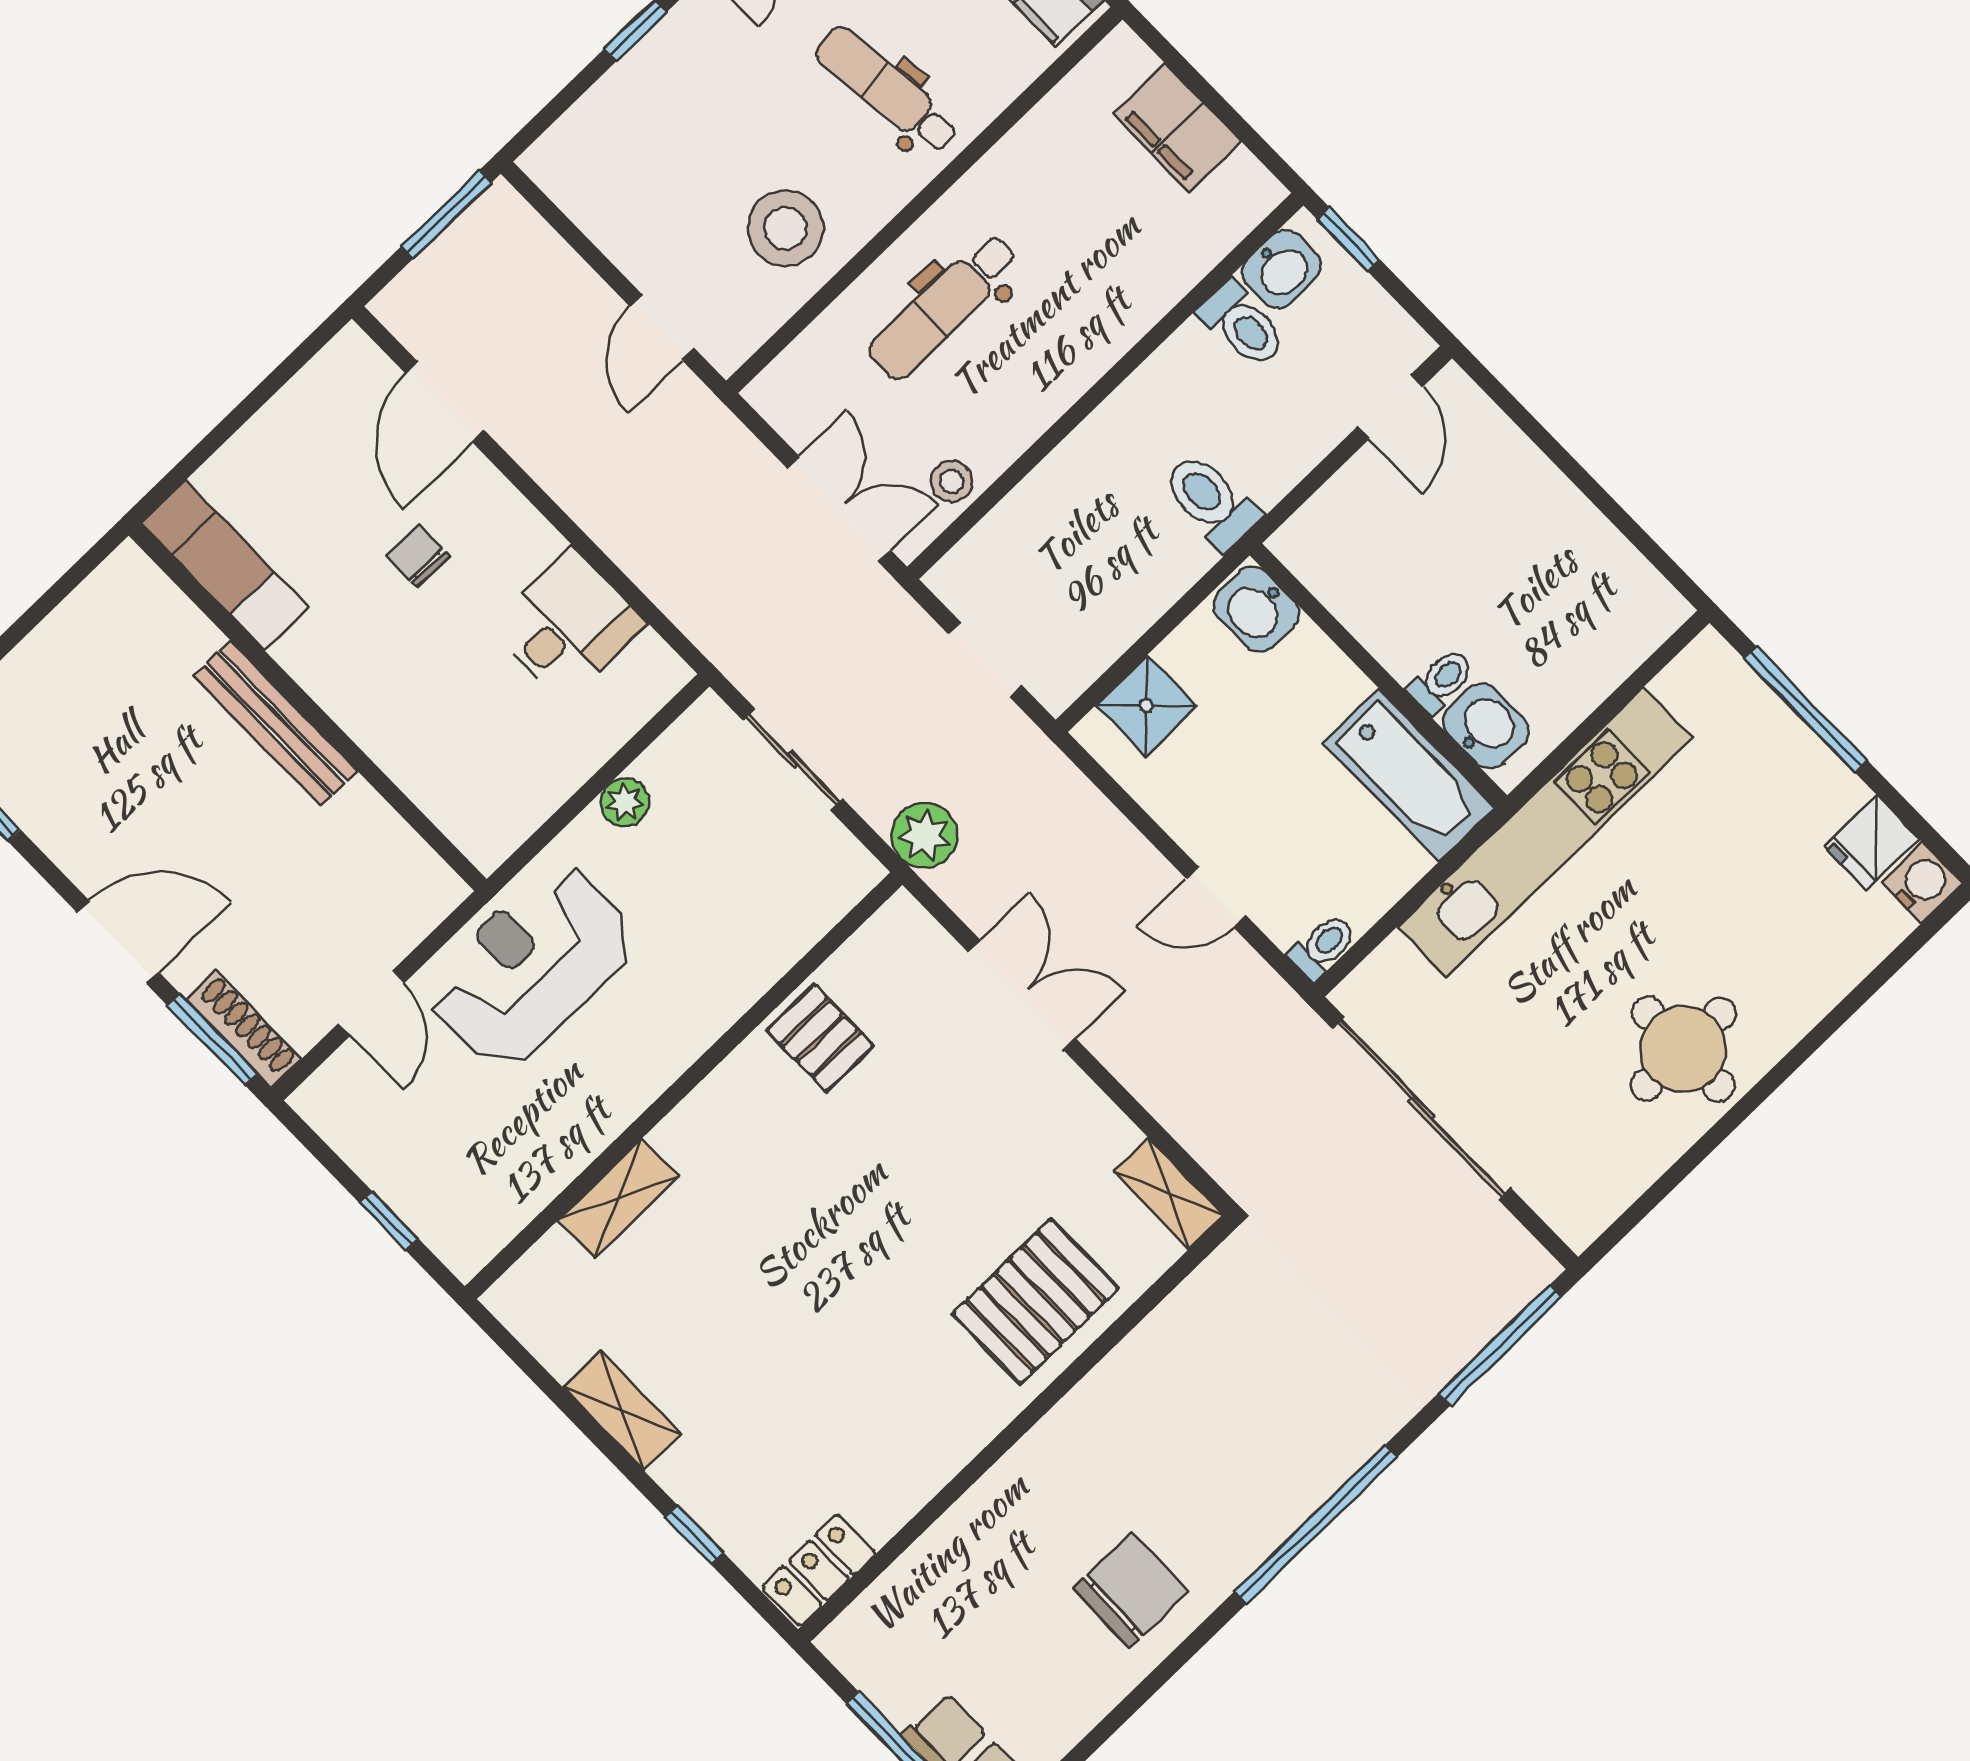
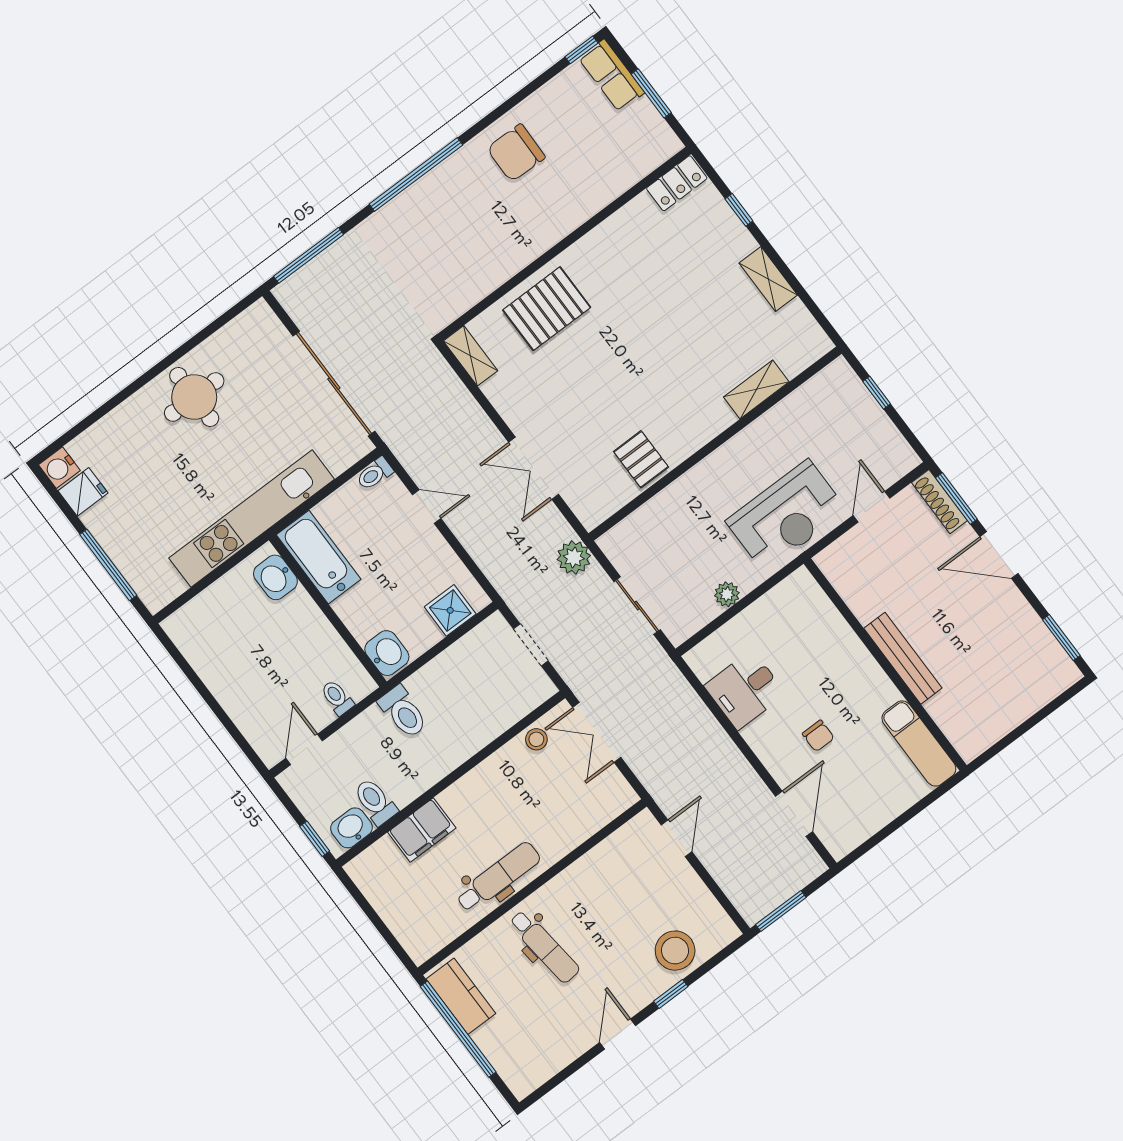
filing cabinet: (1177, 128) -> (422, 830), moved, turned 90
stool: (785, 228) -> (675, 951), moved
dental chair: (943, 307) -> (498, 877), moved
toilet: (1441, 681) -> (337, 698), moved, turned 90

